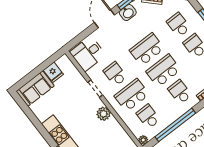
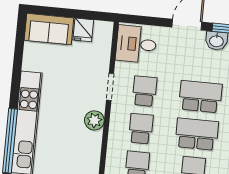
school desk: (132, 95) -> (141, 129), width x0.54

